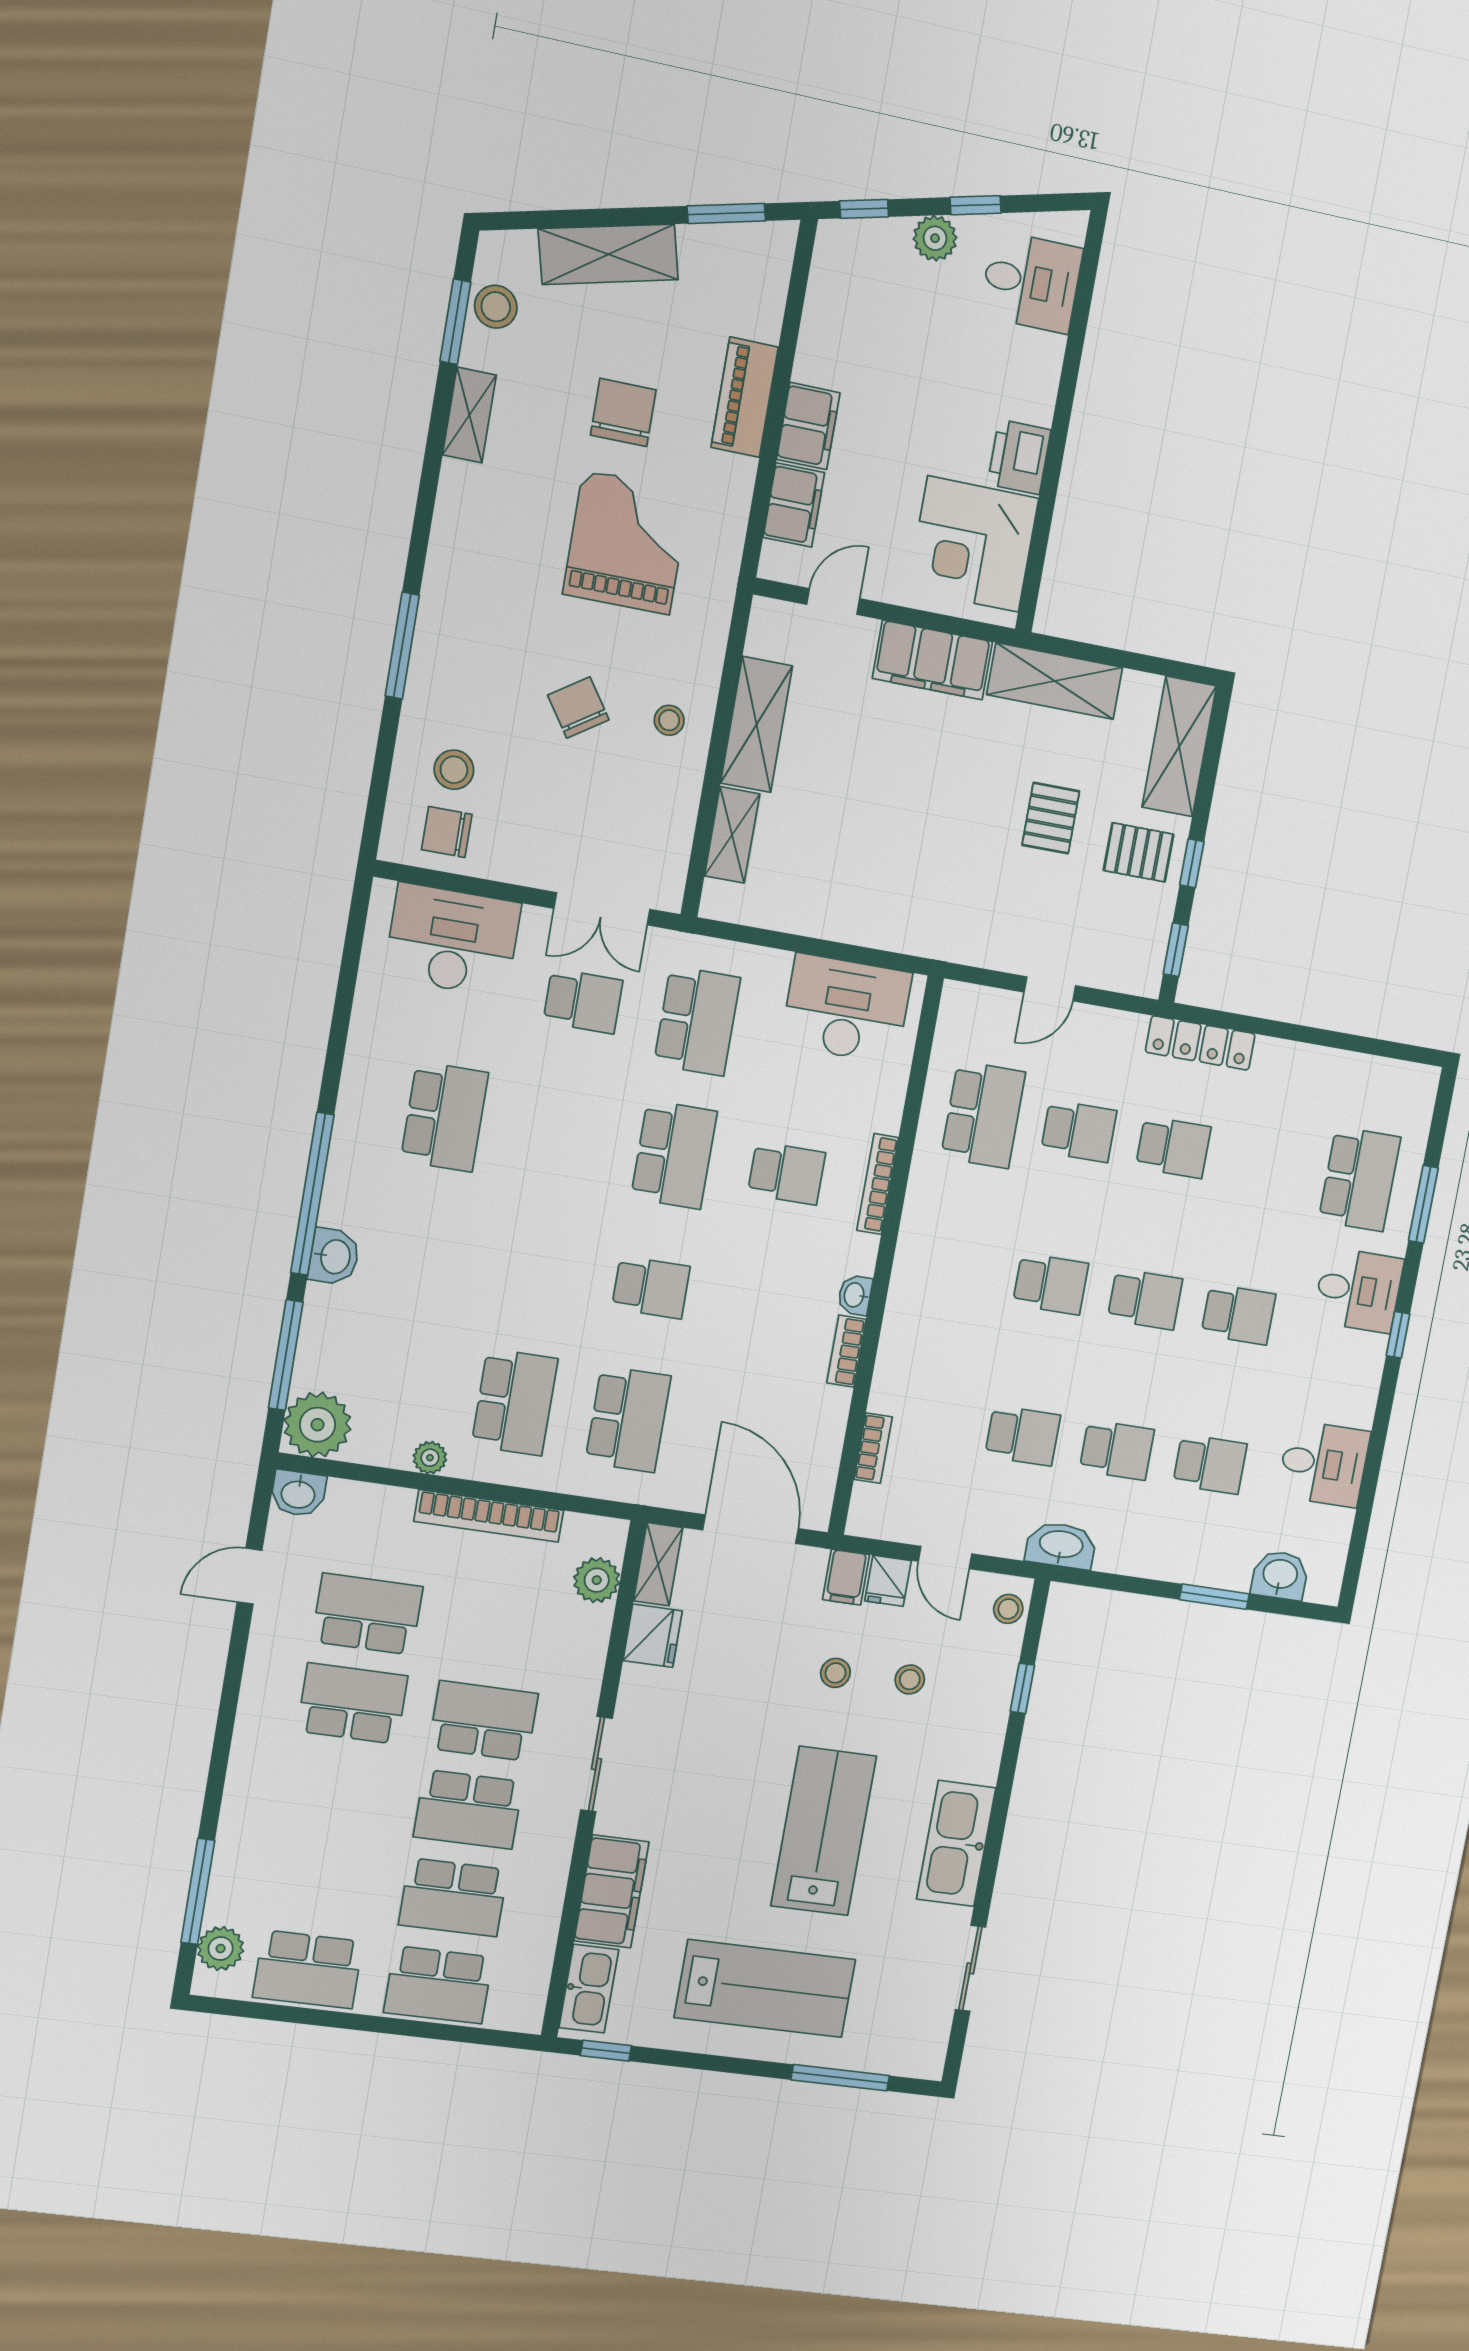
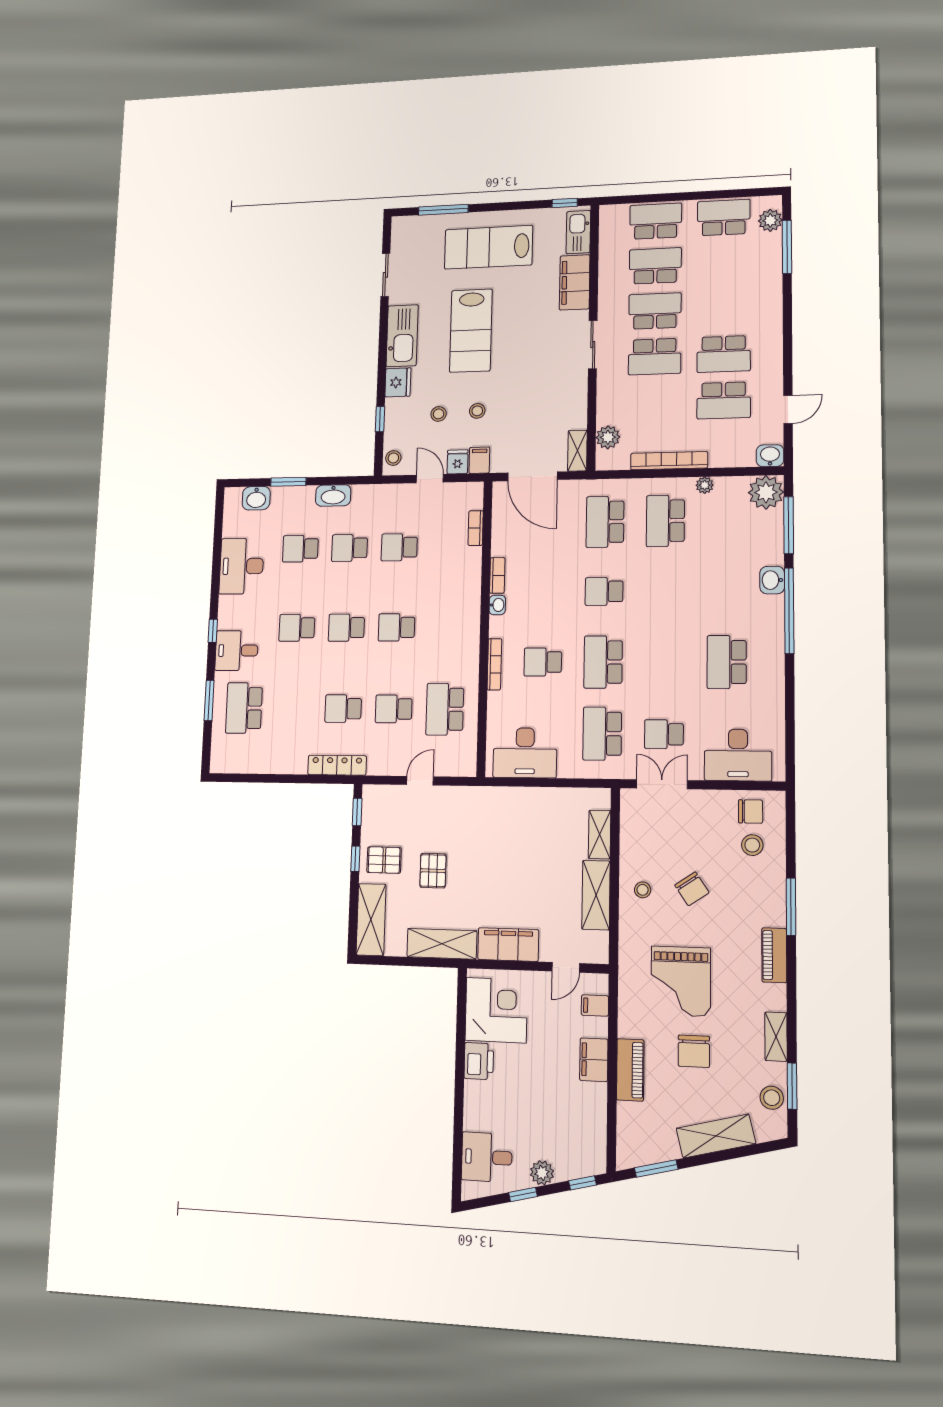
filing cabinet: (794, 505) -> (595, 1005), width x0.50
piano: (448, 562) -> (774, 955), added
desk: (1324, 1464) -> (241, 566), width x1.37
washbasin: (1061, 1545) -> (333, 495), moved
fridge: (653, 1636) -> (398, 382), moved, turned 180

